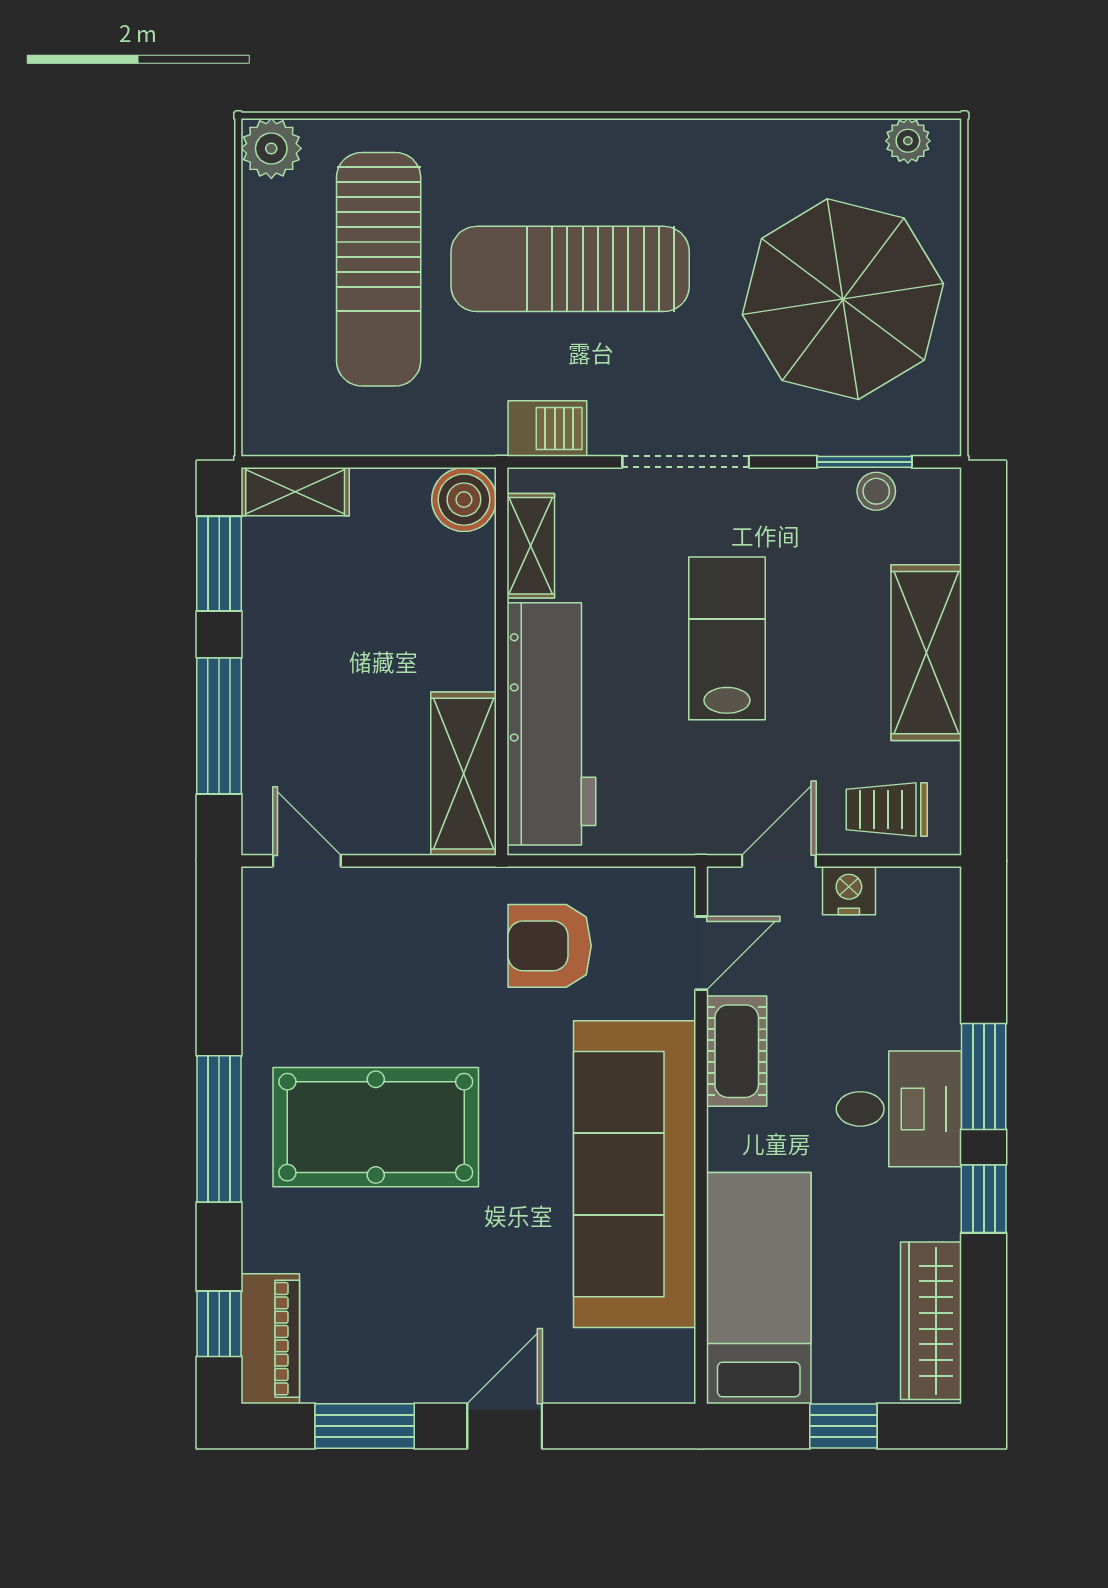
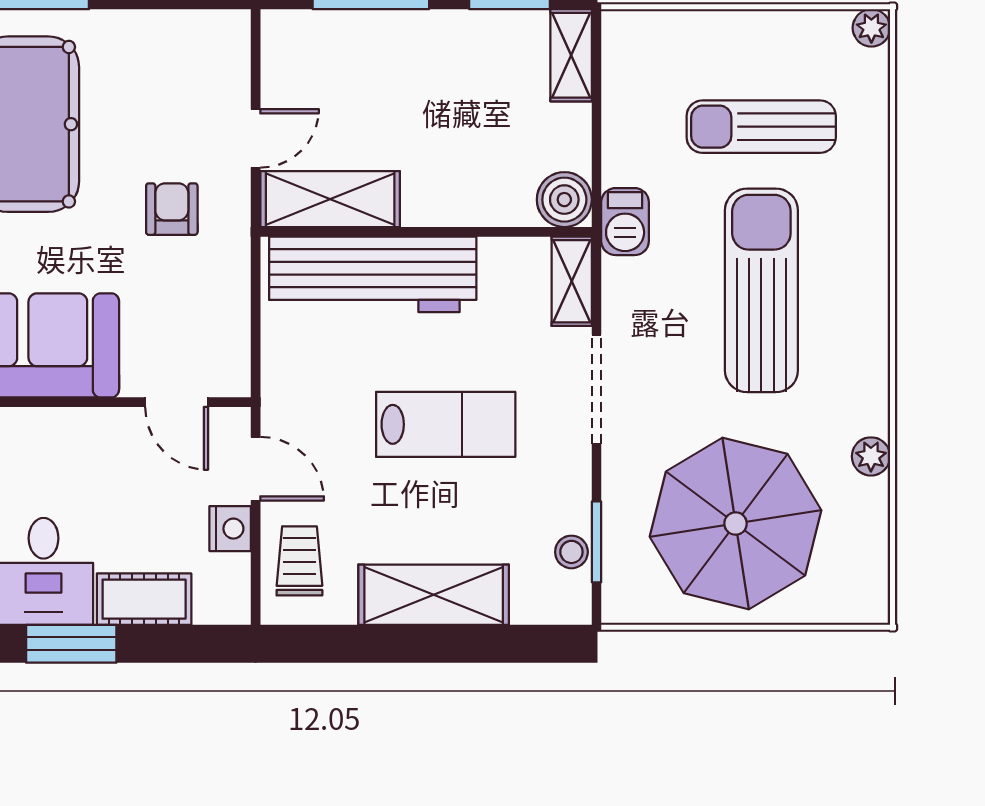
plant: (908, 141) -> (871, 456), moved
plant: (271, 148) -> (871, 28), width x0.73, depth x0.73
sun lounger: (379, 269) -> (761, 127), width x0.73, depth x0.75
barbecue: (547, 428) -> (625, 222), moved
shelving: (531, 546) -> (572, 281), moved, turned 90
door: (307, 861) -> (256, 138), moved
armchair: (550, 946) -> (172, 209), moved, width x0.72, depth x0.72
cot: (737, 1051) -> (144, 599), moved

